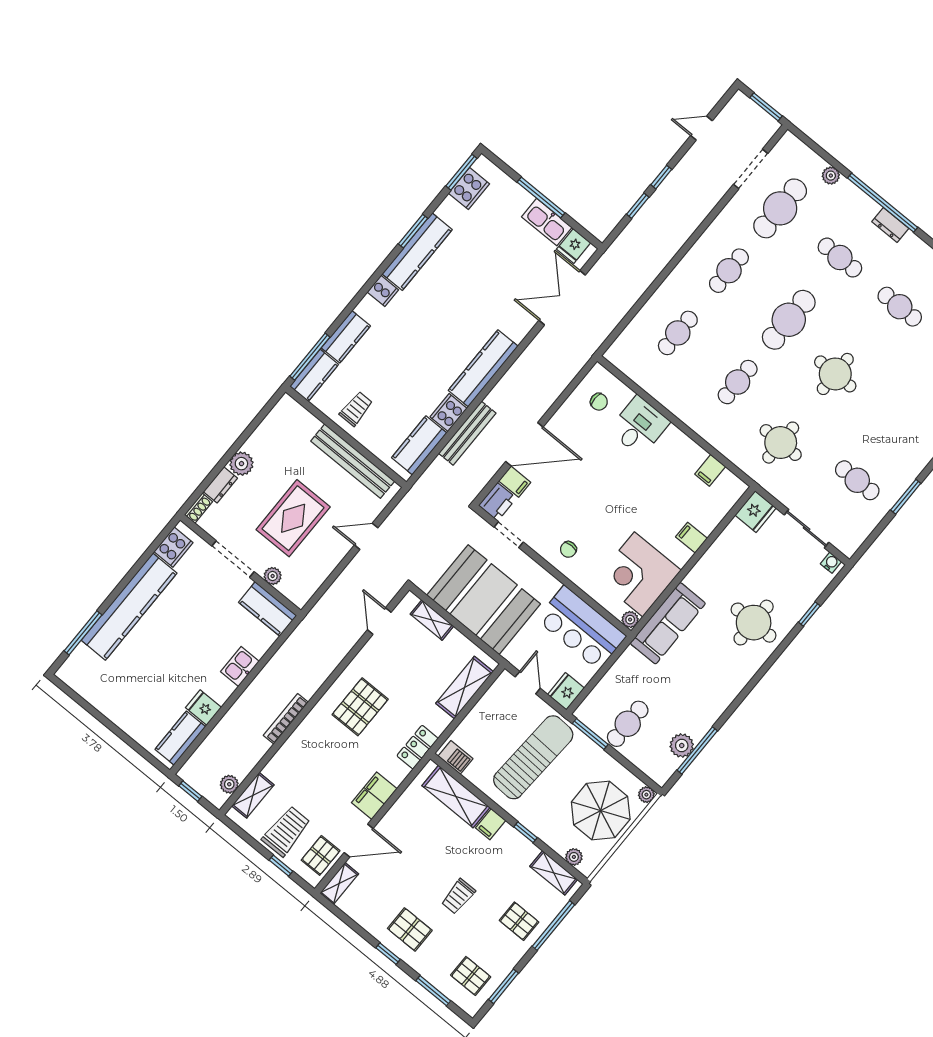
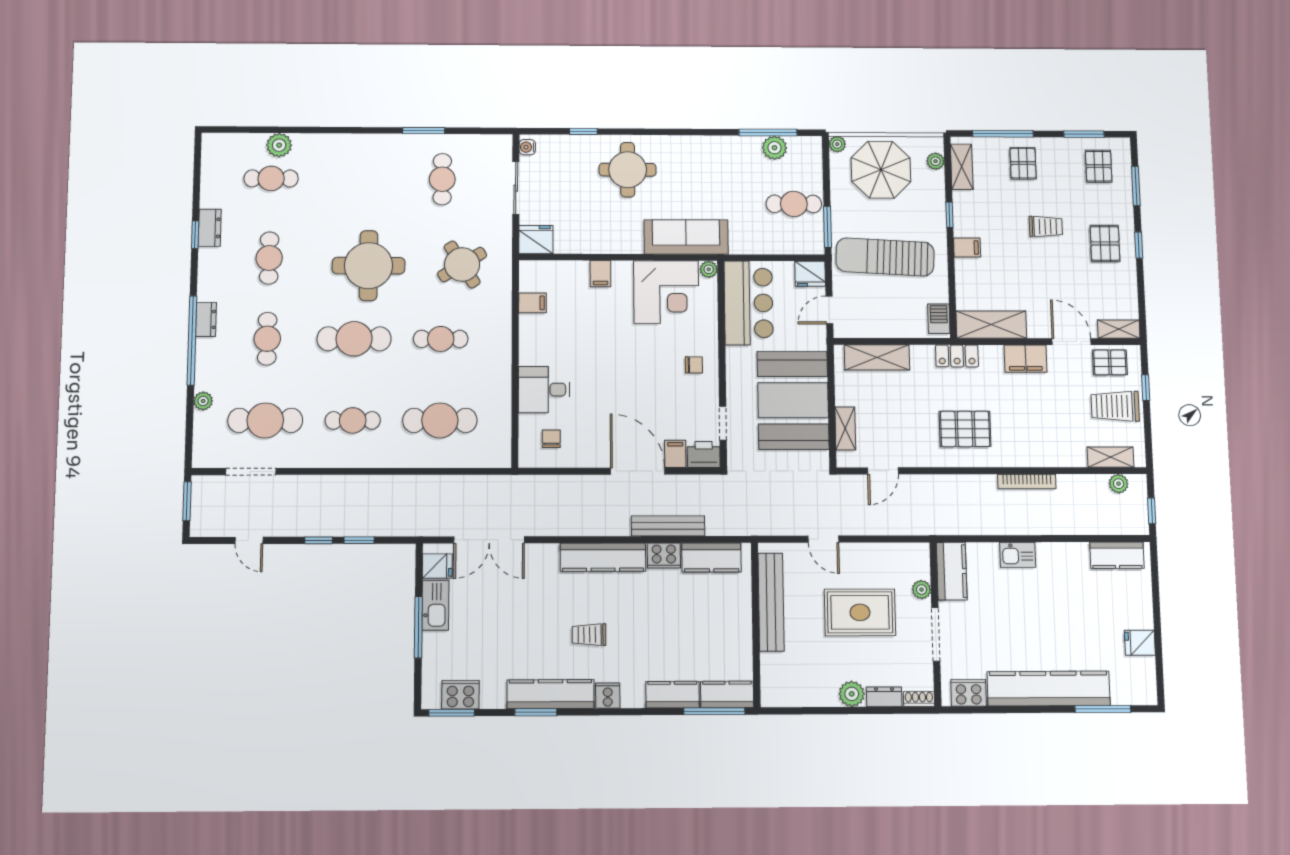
cafe table: (678, 333) -> (440, 420), width x1.37, depth x1.35
round table: (835, 374) -> (369, 266), width x1.36, depth x1.36
trolley: (356, 409) -> (589, 635), moved
round table: (781, 443) -> (462, 265), turned -32
fridge: (203, 708) -> (1140, 643), moved, turned 90
shelving: (456, 796) -> (991, 325), moved, turned 90

